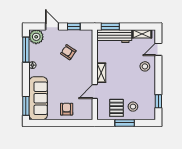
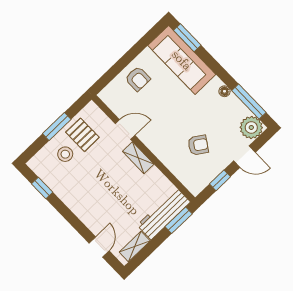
stool: (145, 66) -> (96, 213), removed
door: (95, 91) -> (125, 129), hinge flipped

